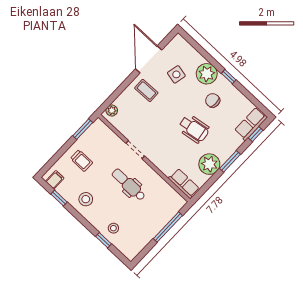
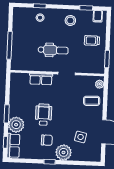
coffee table: (146, 90) -> (92, 101), moved
wheelchair: (194, 129) -> (44, 115), turned 99
plant: (209, 164) -> (16, 125), moved
row of seats: (184, 183) -> (41, 79), moved

